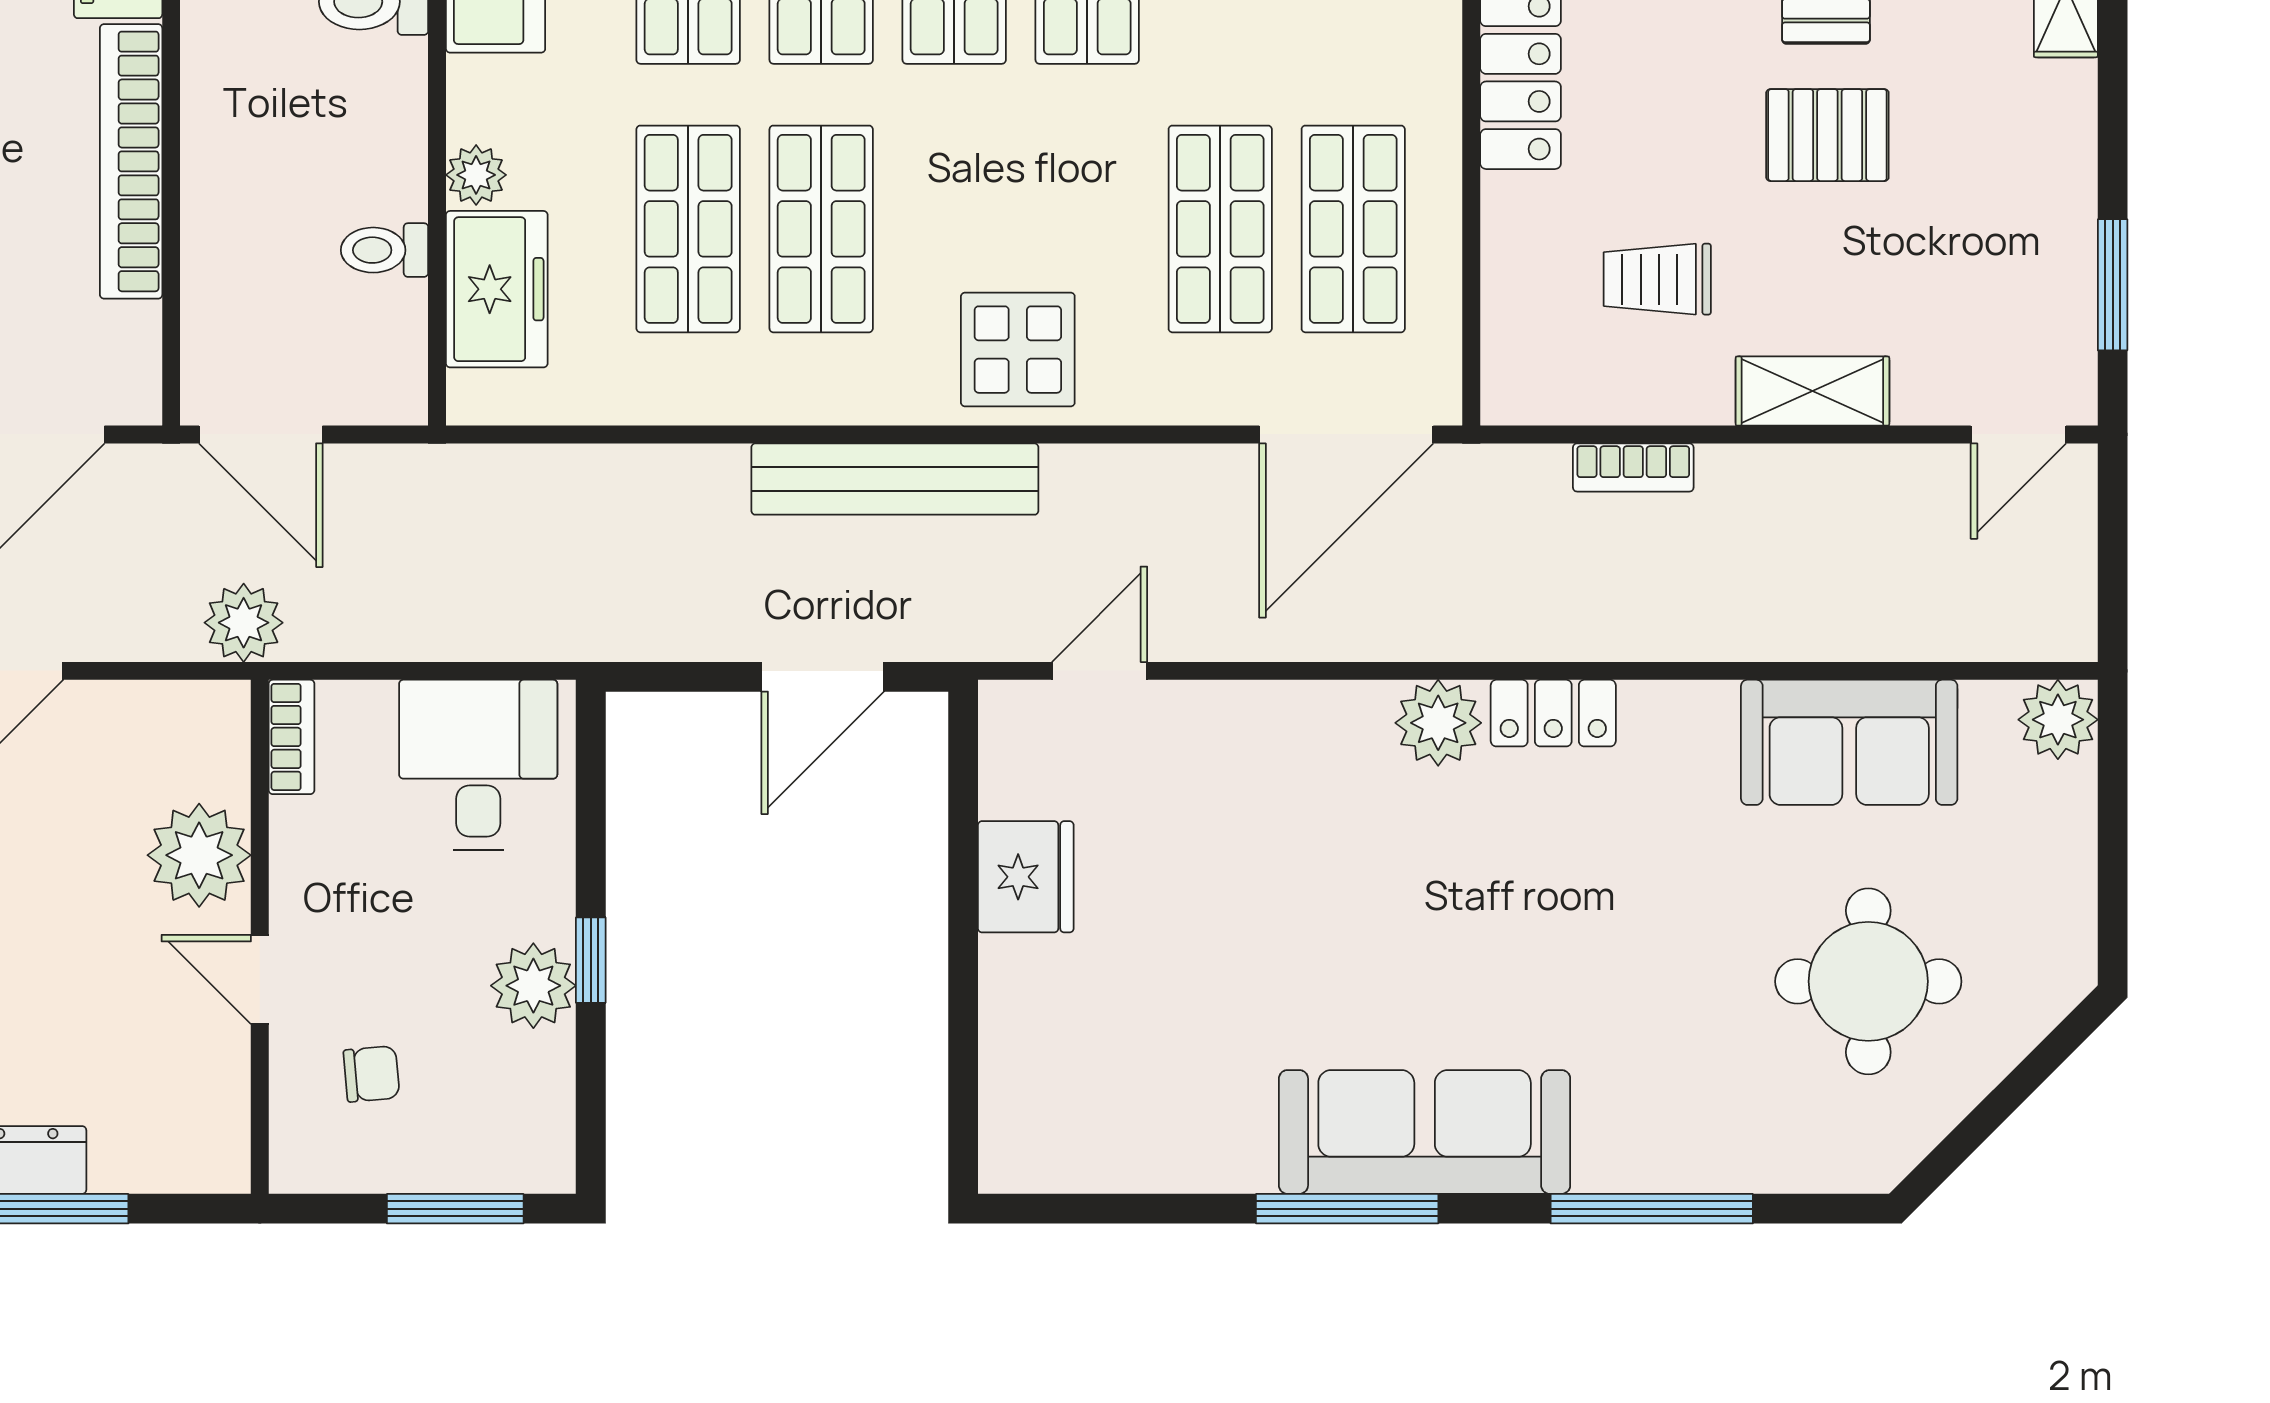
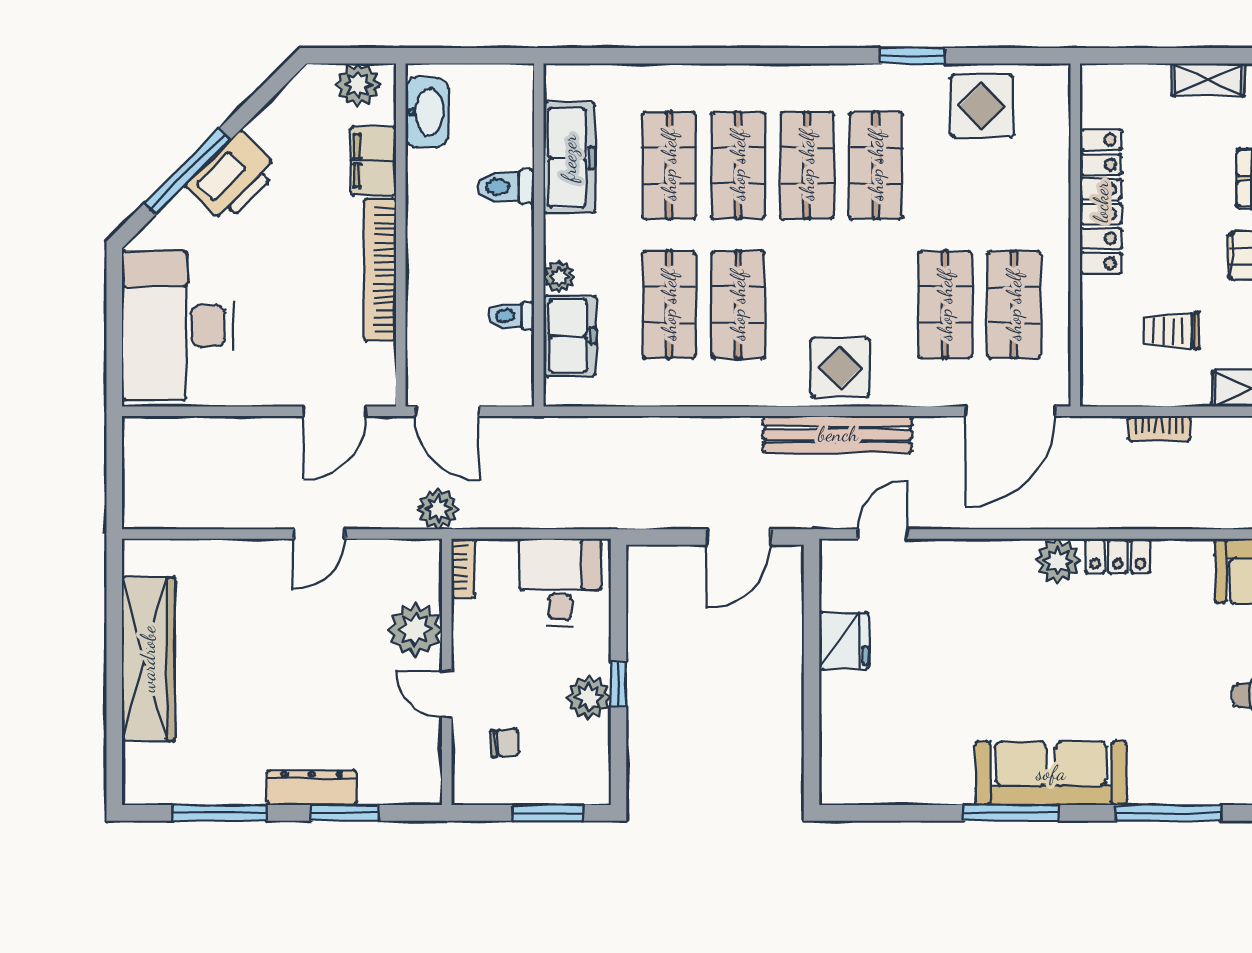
bench: (895, 479) -> (838, 434), moved

